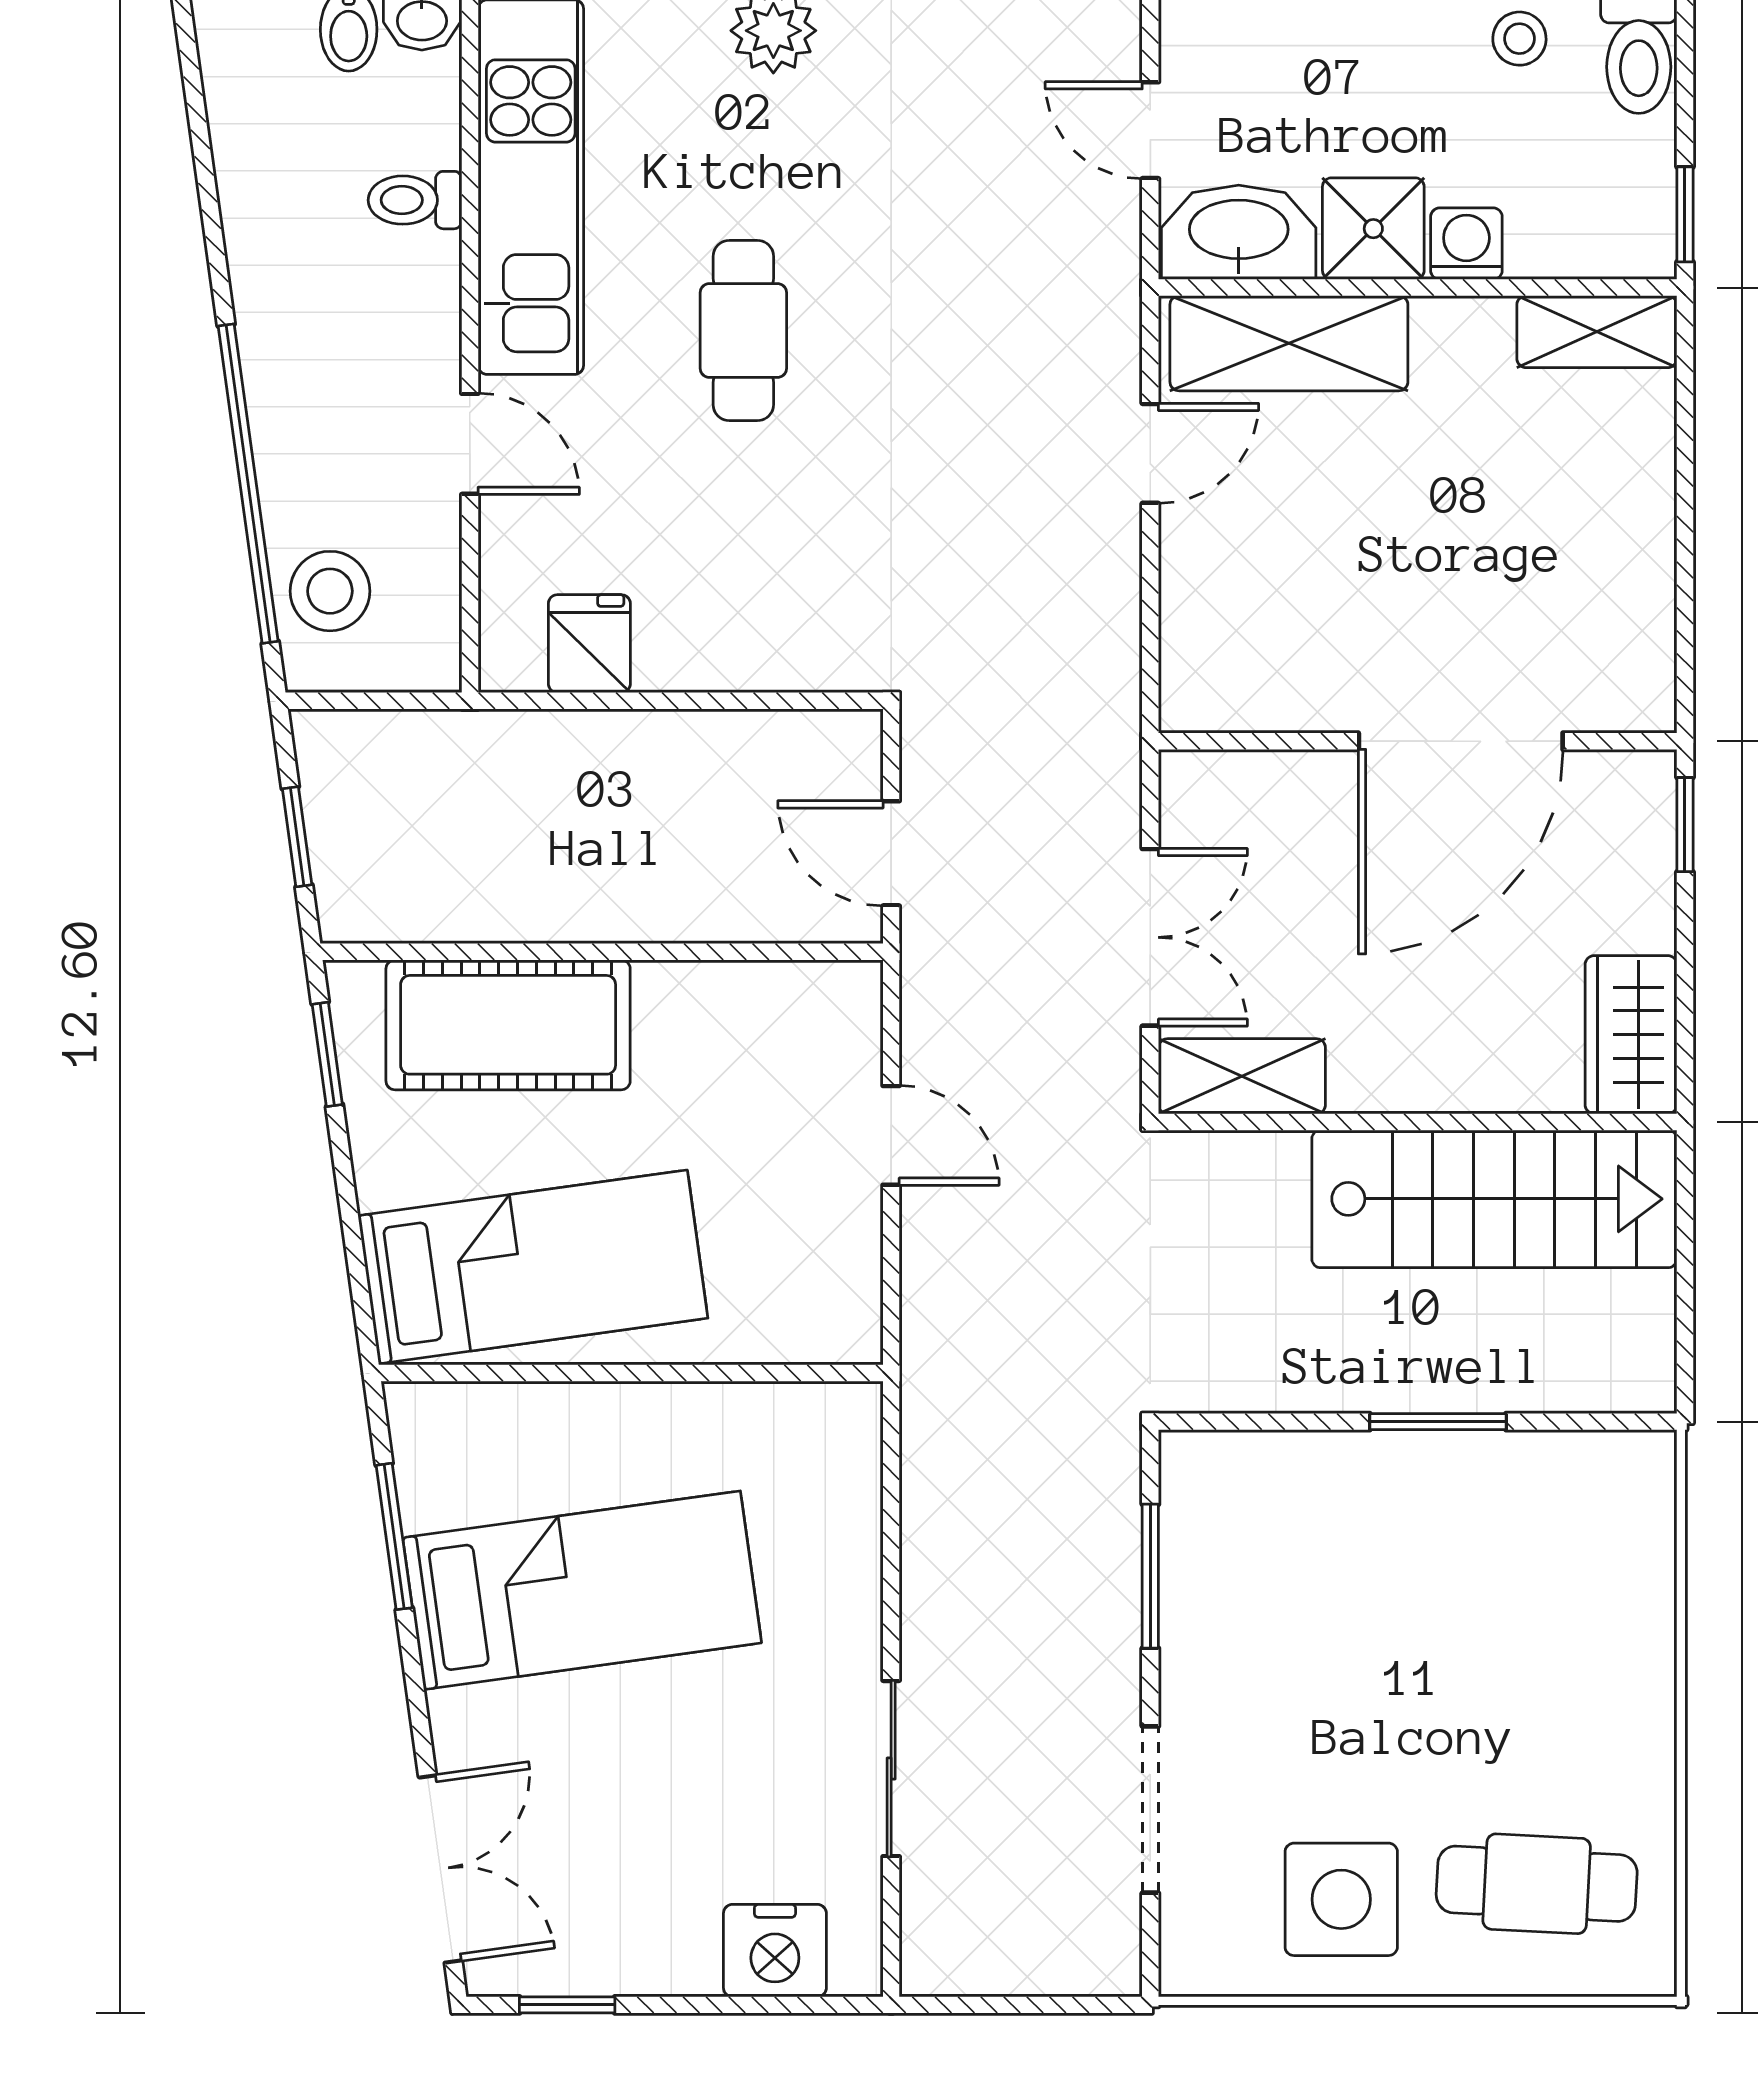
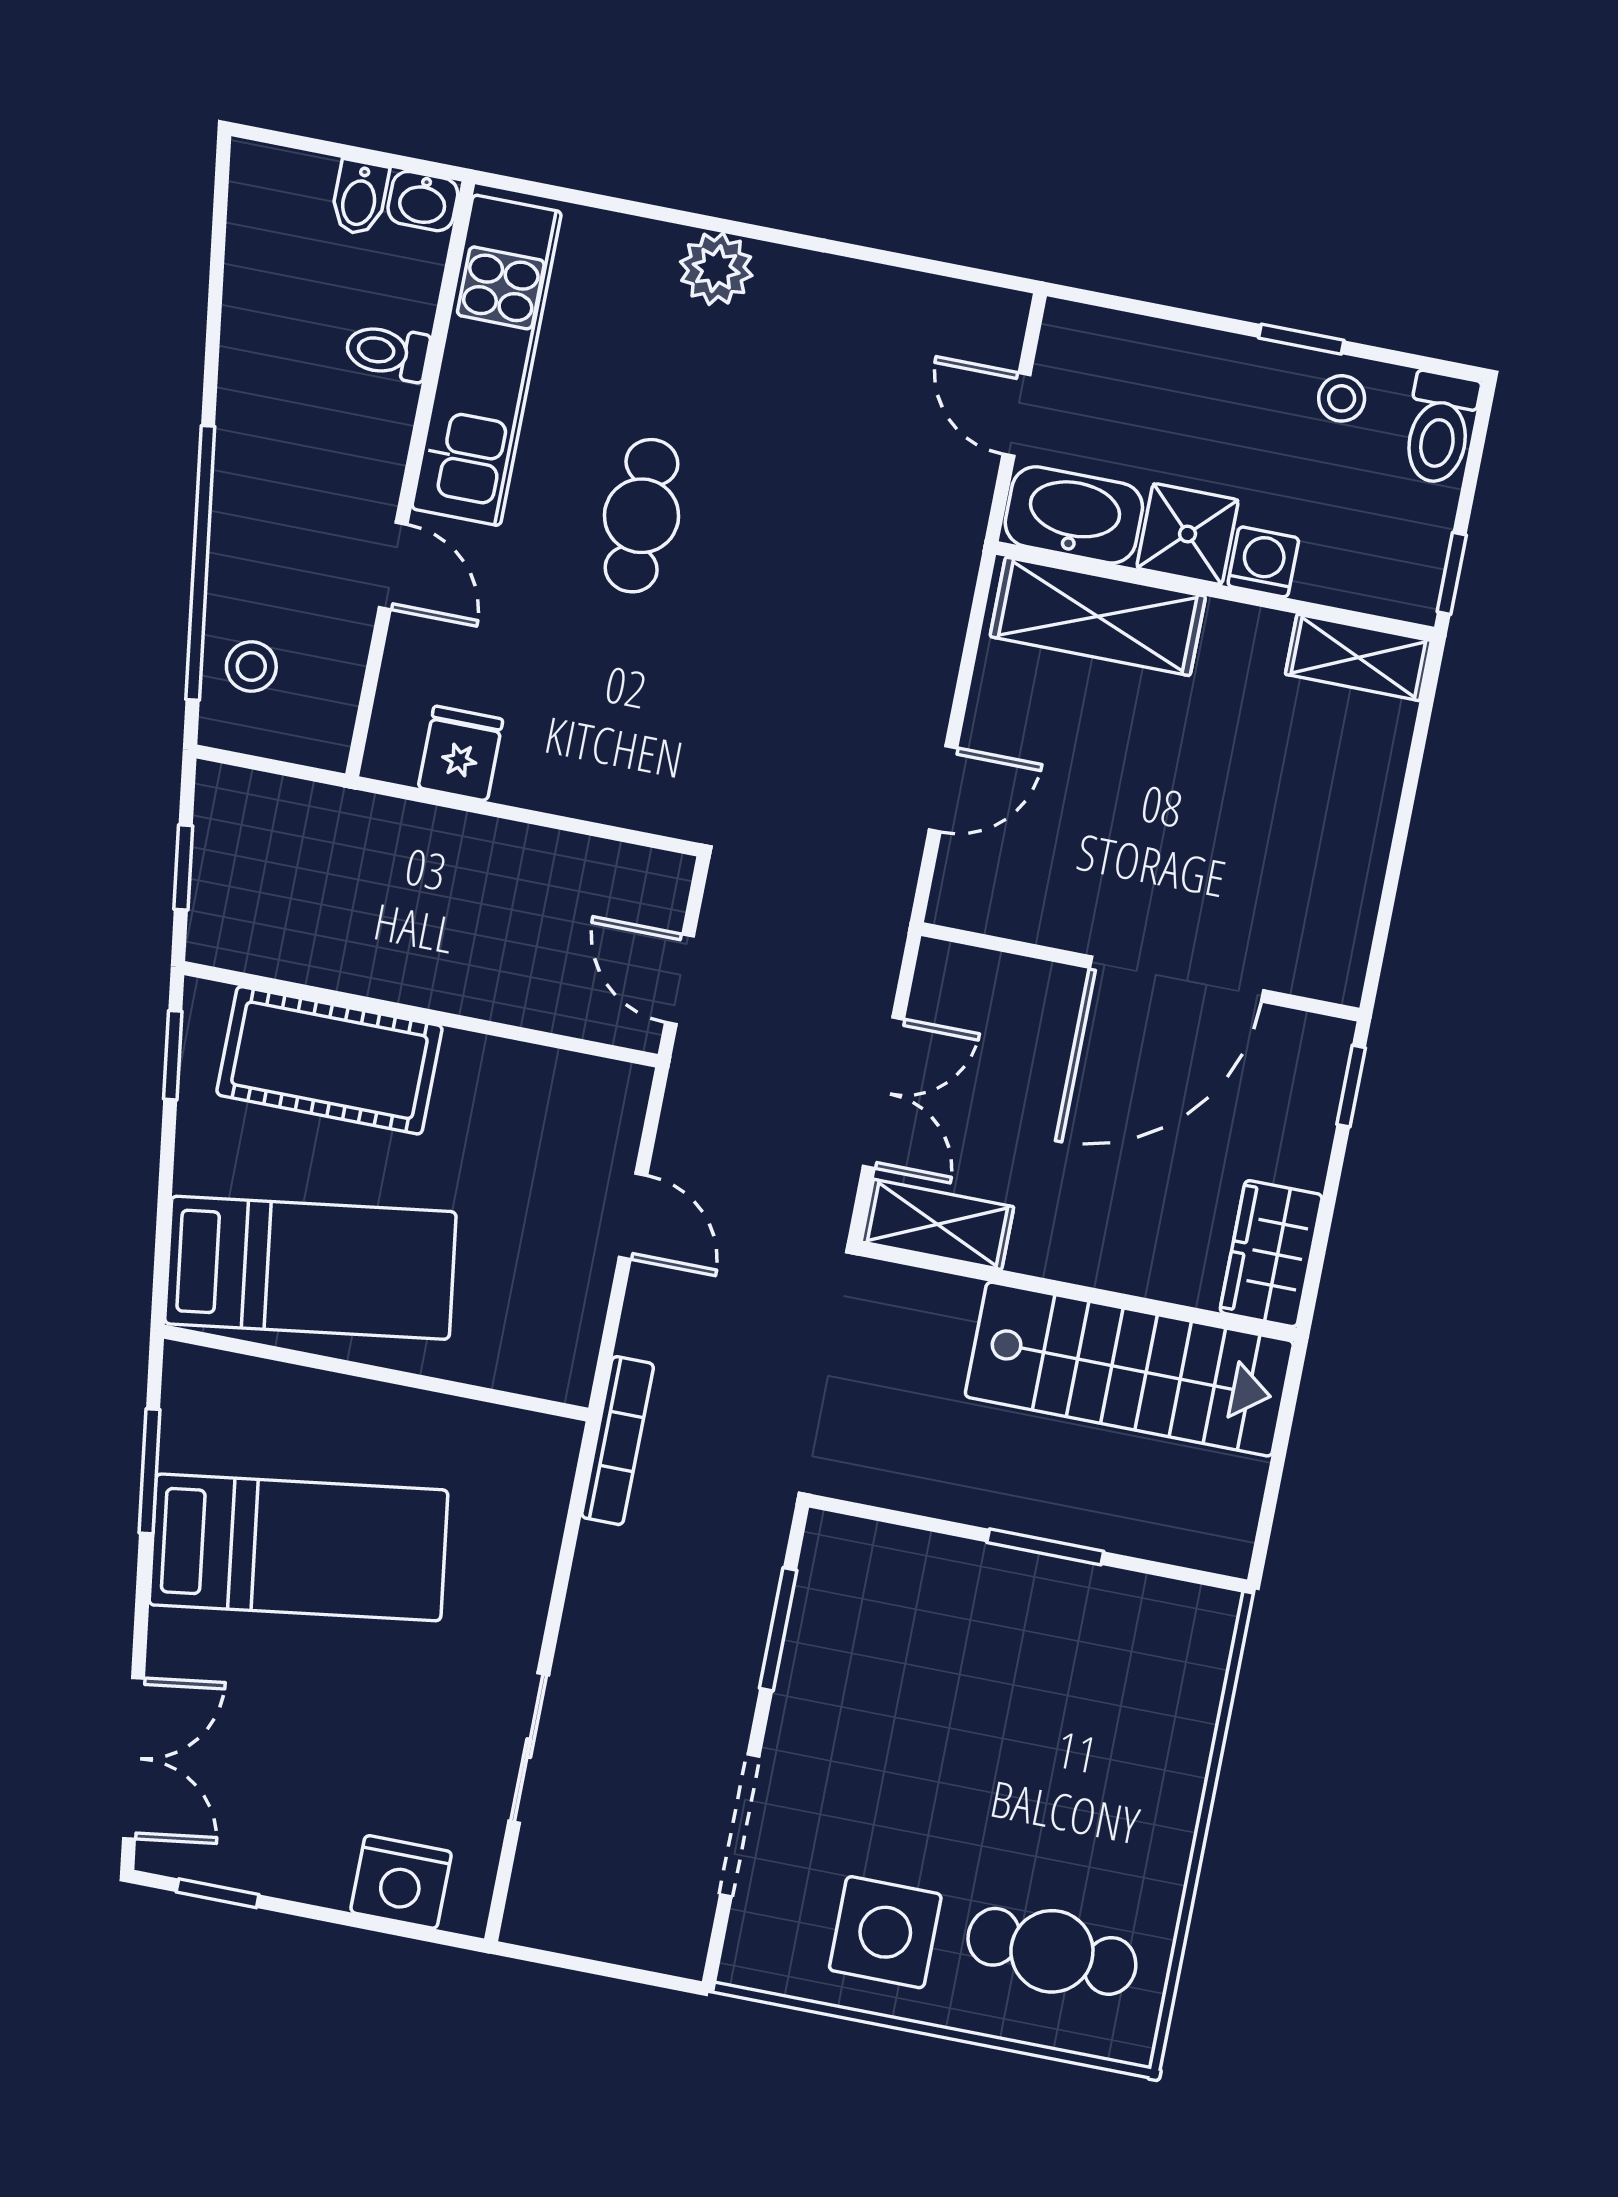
door: (1150, 453) -> (943, 789), moved
stool: (330, 591) -> (251, 666), width x0.73, depth x0.73
bookcase: (924, 1396) -> (618, 1441), added

